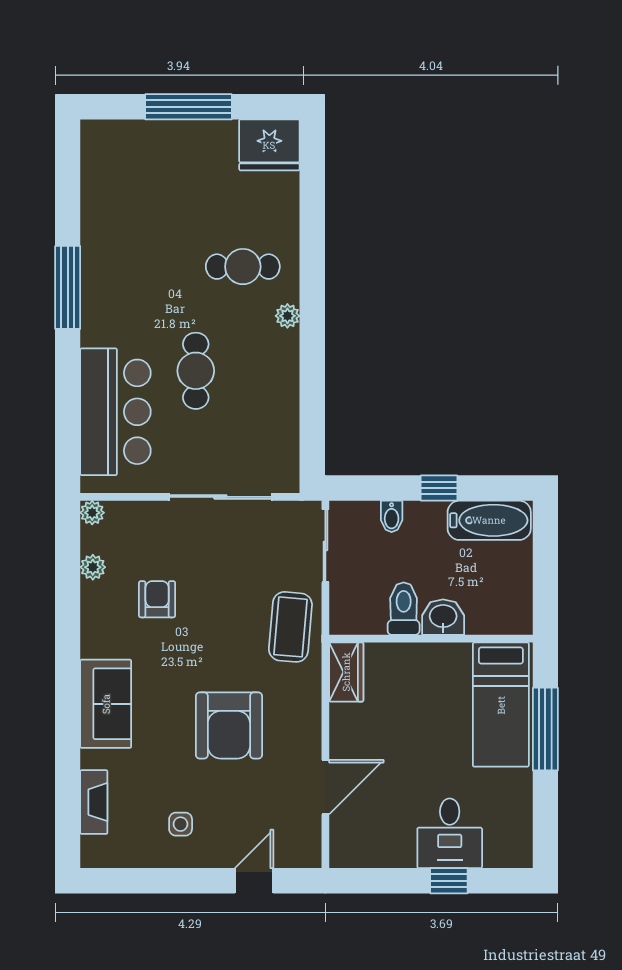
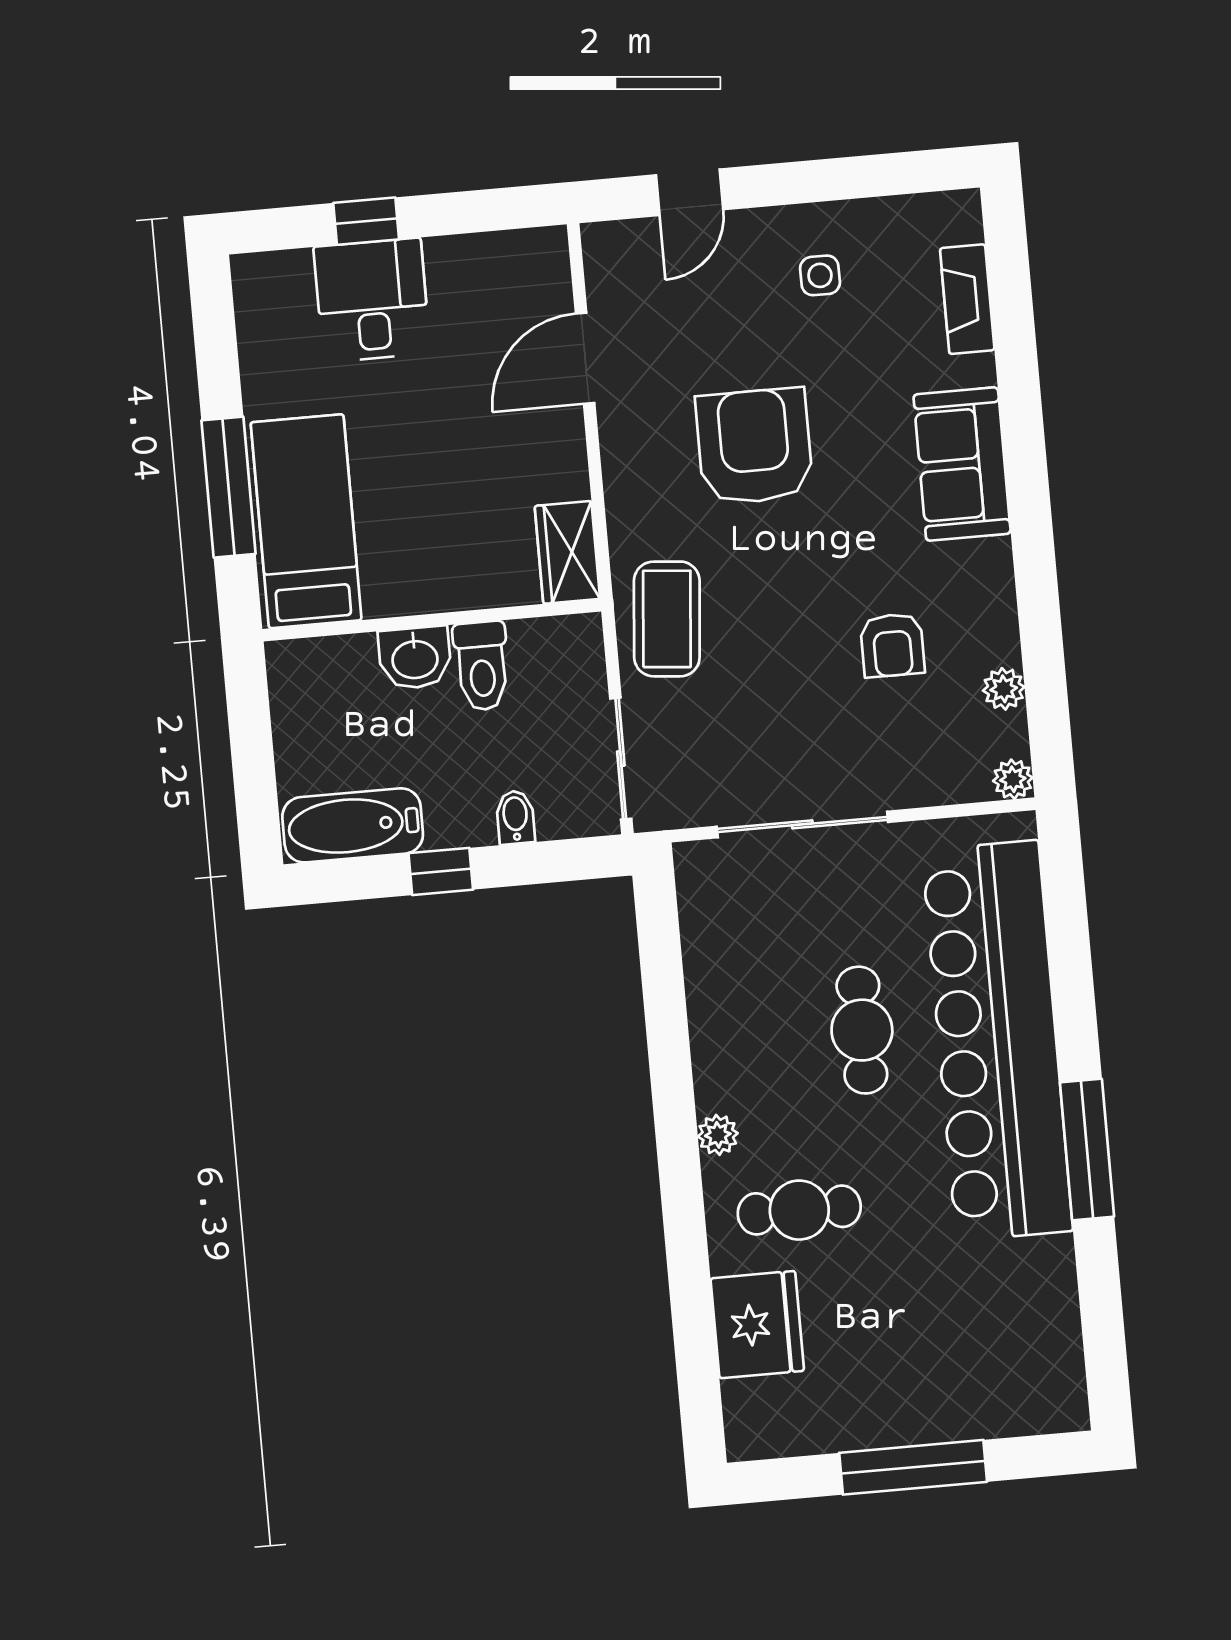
fridge: (269, 145) -> (757, 1325), moved, turned 90
bar counter: (115, 412) -> (997, 1041), width x1.86

